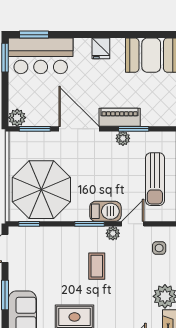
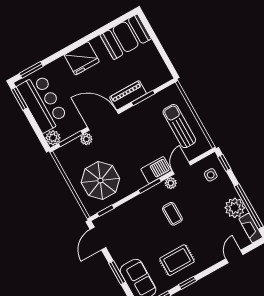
fridge: (101, 48) -> (82, 58), width x1.88, depth x1.34
bar counter: (41, 56) -> (42, 103), moved, turned -90
plant: (123, 138) -> (86, 139), moved
sun lounger: (155, 179) -> (179, 126), turned 180
parasol: (41, 190) -> (100, 180), width x0.73, depth x0.73

